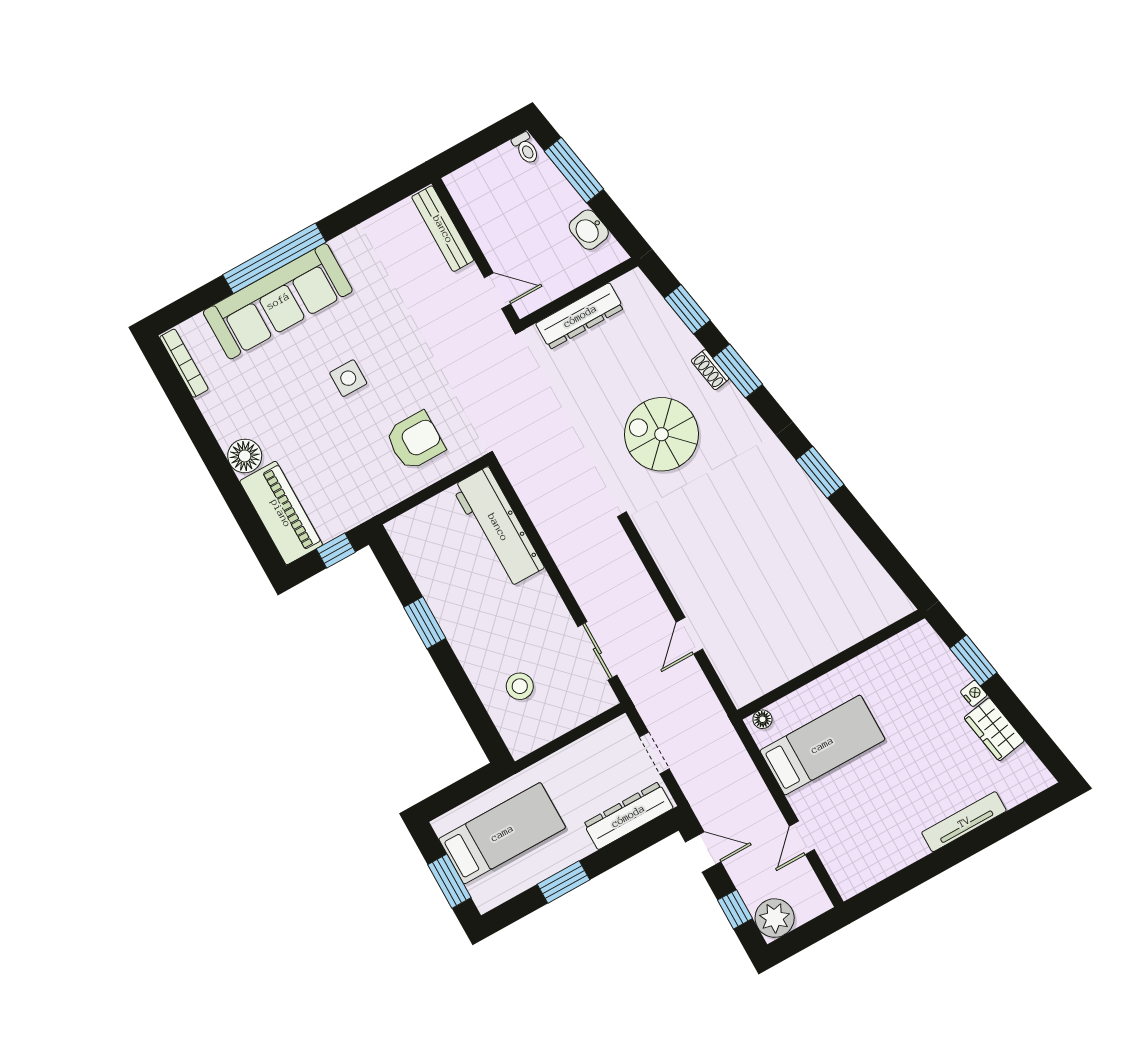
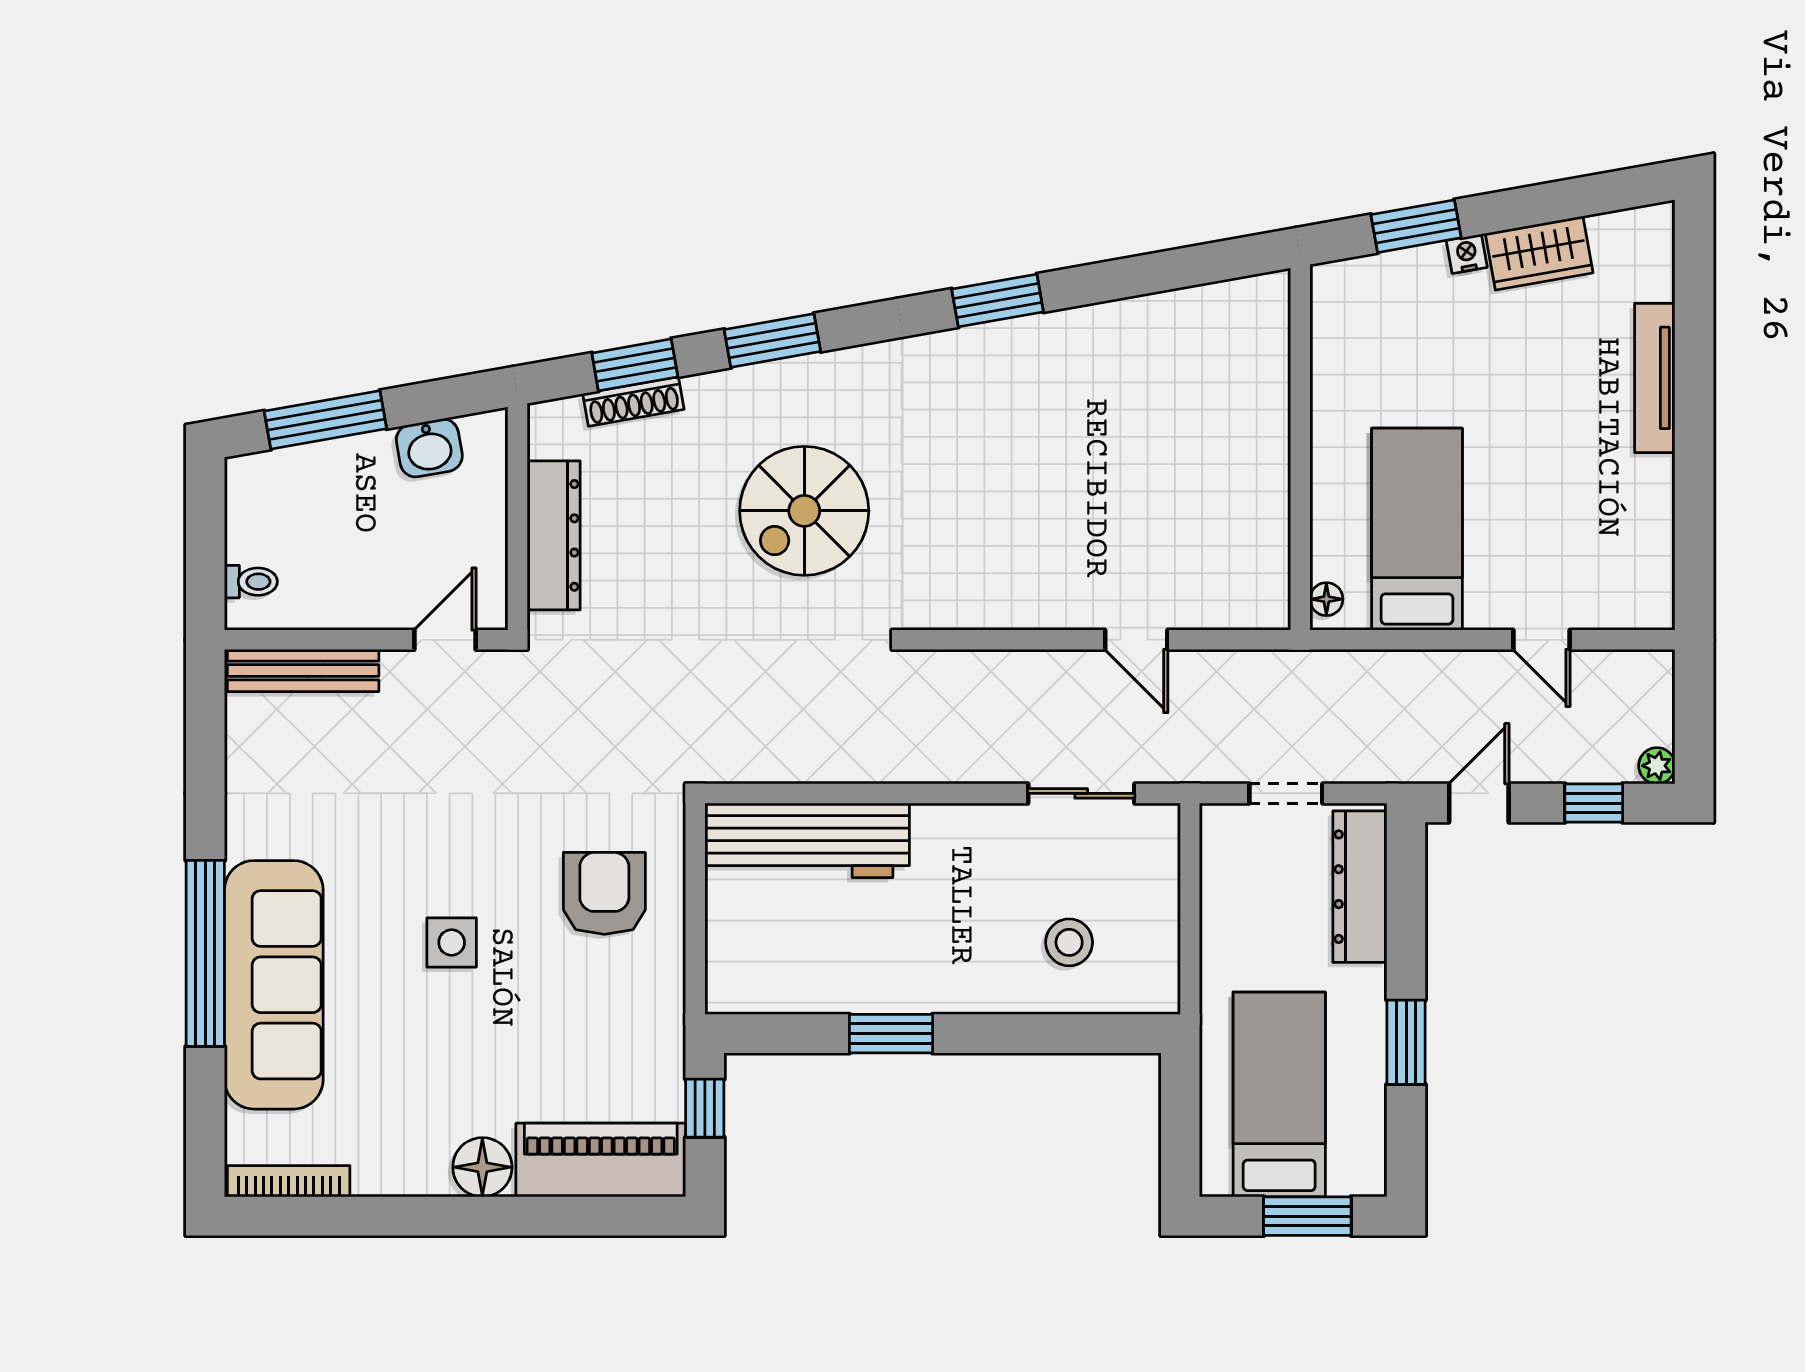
toilet: (526, 148) -> (251, 582), moved
shoe rack: (710, 370) -> (633, 401), moved, width x1.43
plant: (775, 918) -> (1657, 766), width x0.53, depth x0.53

